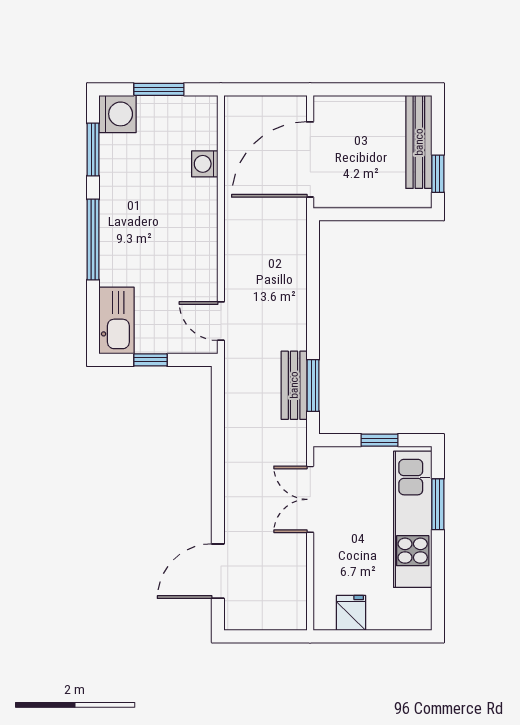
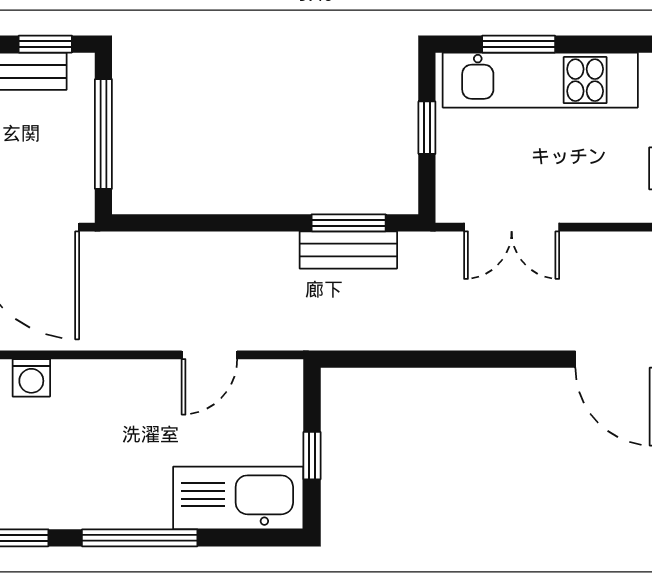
window: (375, 214) -> (103, 134), added
kitchen sink: (117, 321) -> (238, 498), width x1.36, depth x1.24
door: (221, 321) -> (209, 355), moved

